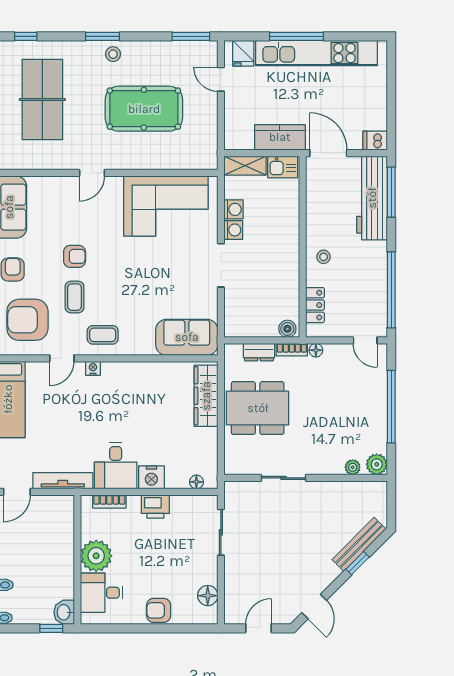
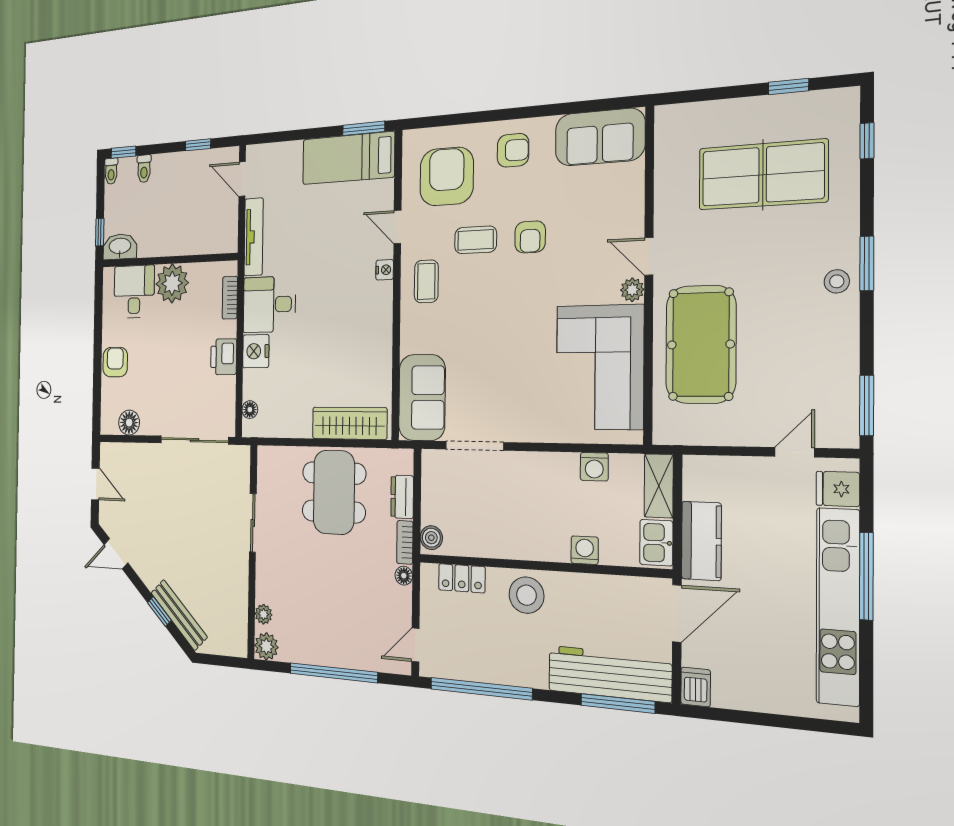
pool table: (144, 109) -> (701, 345), moved
plant: (114, 184) -> (632, 290), added
washing machine: (233, 230) -> (585, 550), moved, turned 180
stool: (324, 257) -> (526, 595), width x1.89, depth x1.89
doorway: (221, 265) -> (474, 446), moved
sliding door: (221, 532) -> (194, 440), width x1.37
washbasin: (64, 612) -> (120, 247), width x1.38

